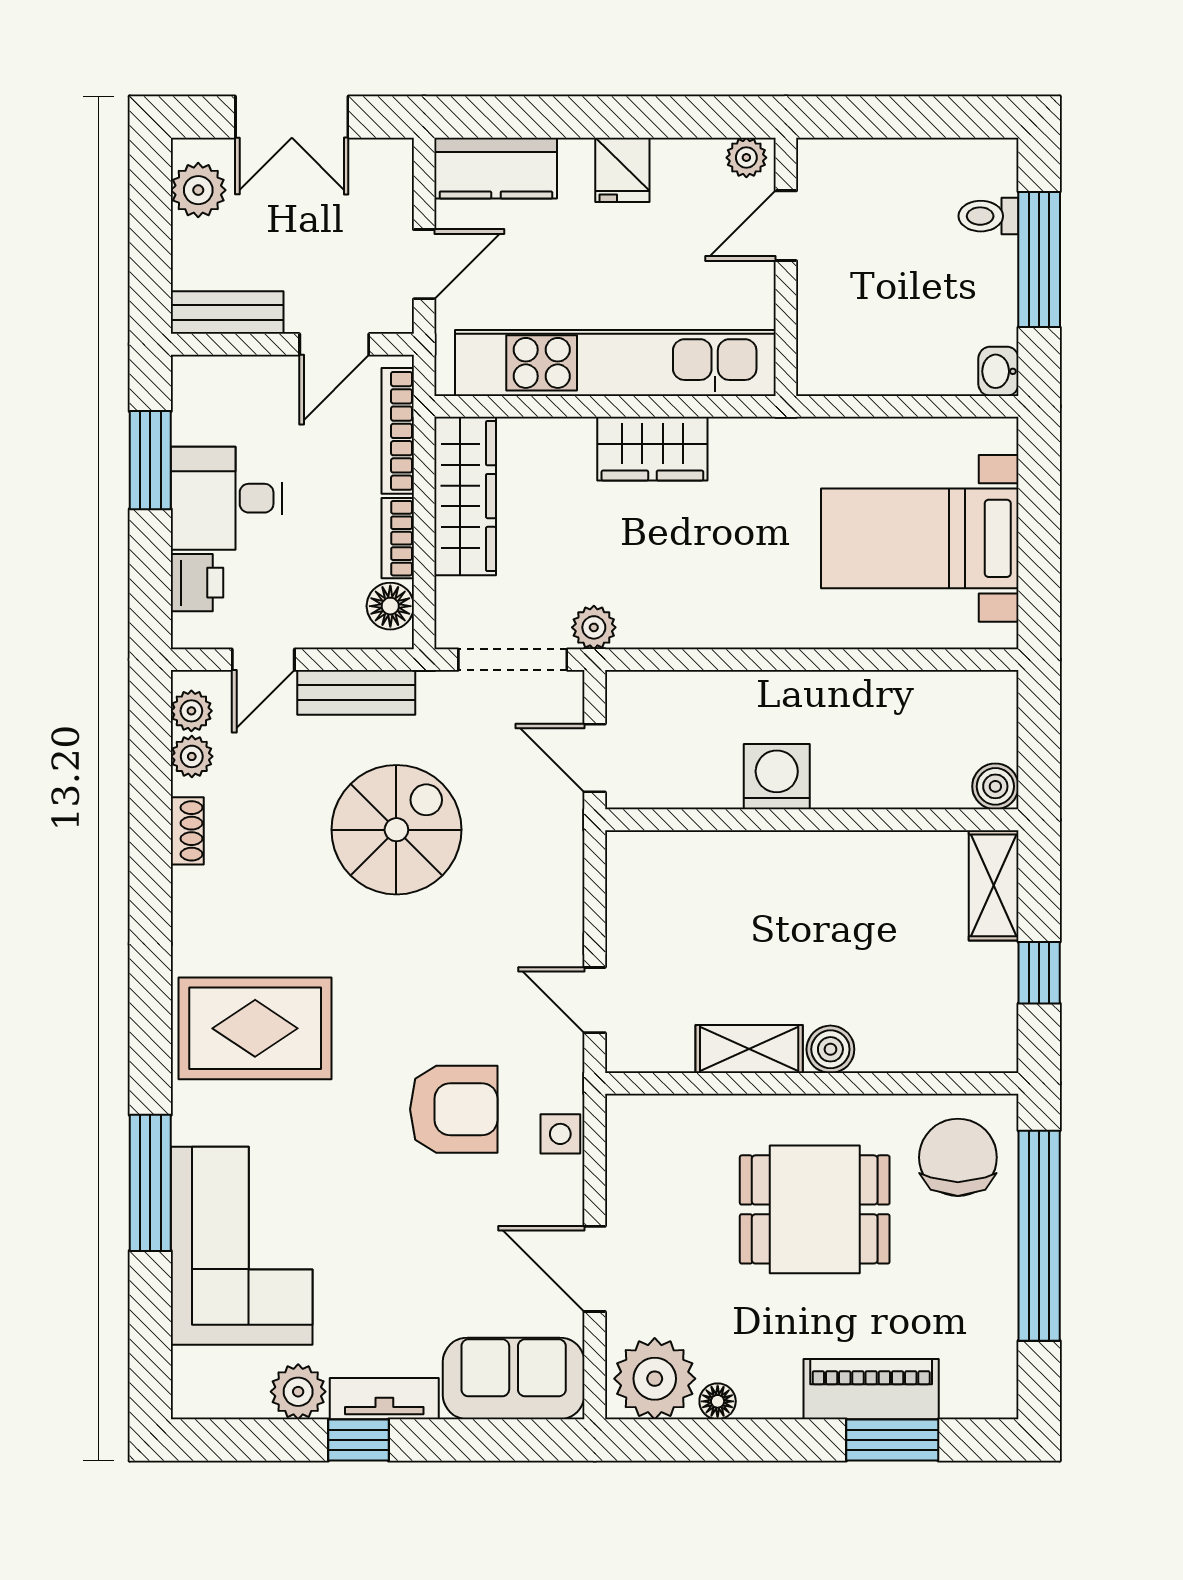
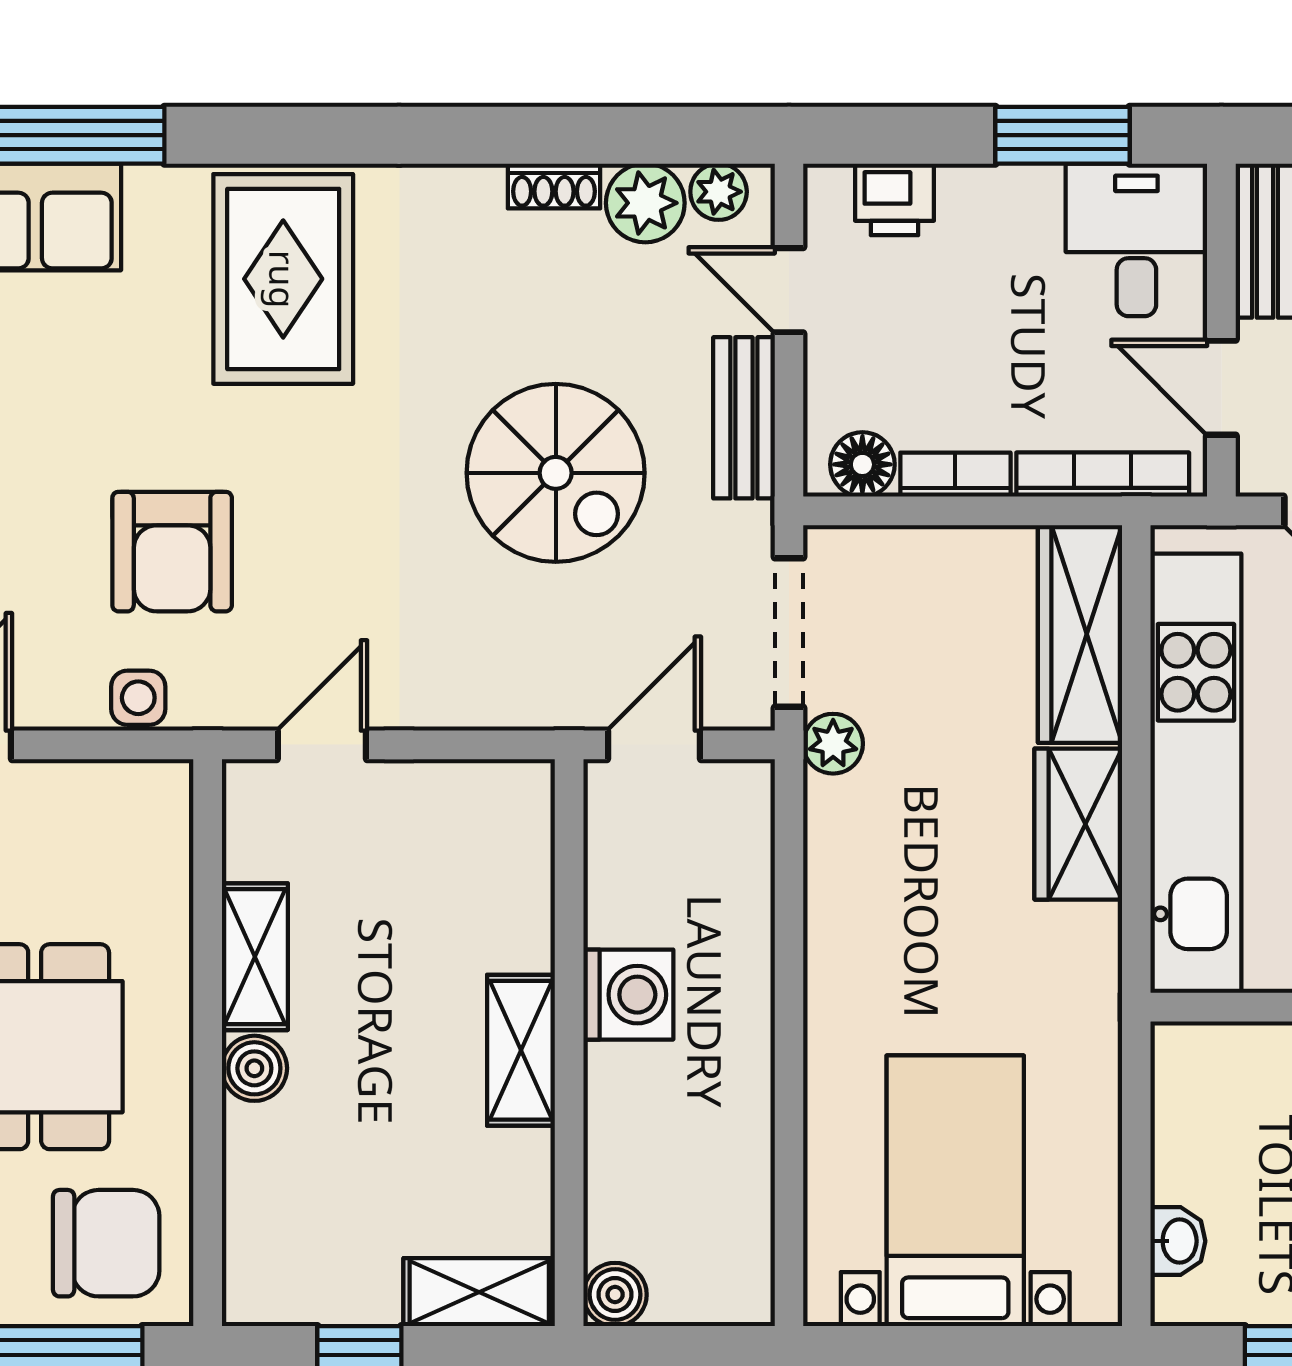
washbasin: (998, 371) -> (1178, 1241), moved, turned 90
wardrobe: (465, 496) -> (1080, 634), moved, turned 90
desk: (227, 498) -> (1136, 240), moved
plant: (192, 756) -> (645, 203), width x1.38, depth x1.38
shelving: (817, 855) -> (521, 1050), added

